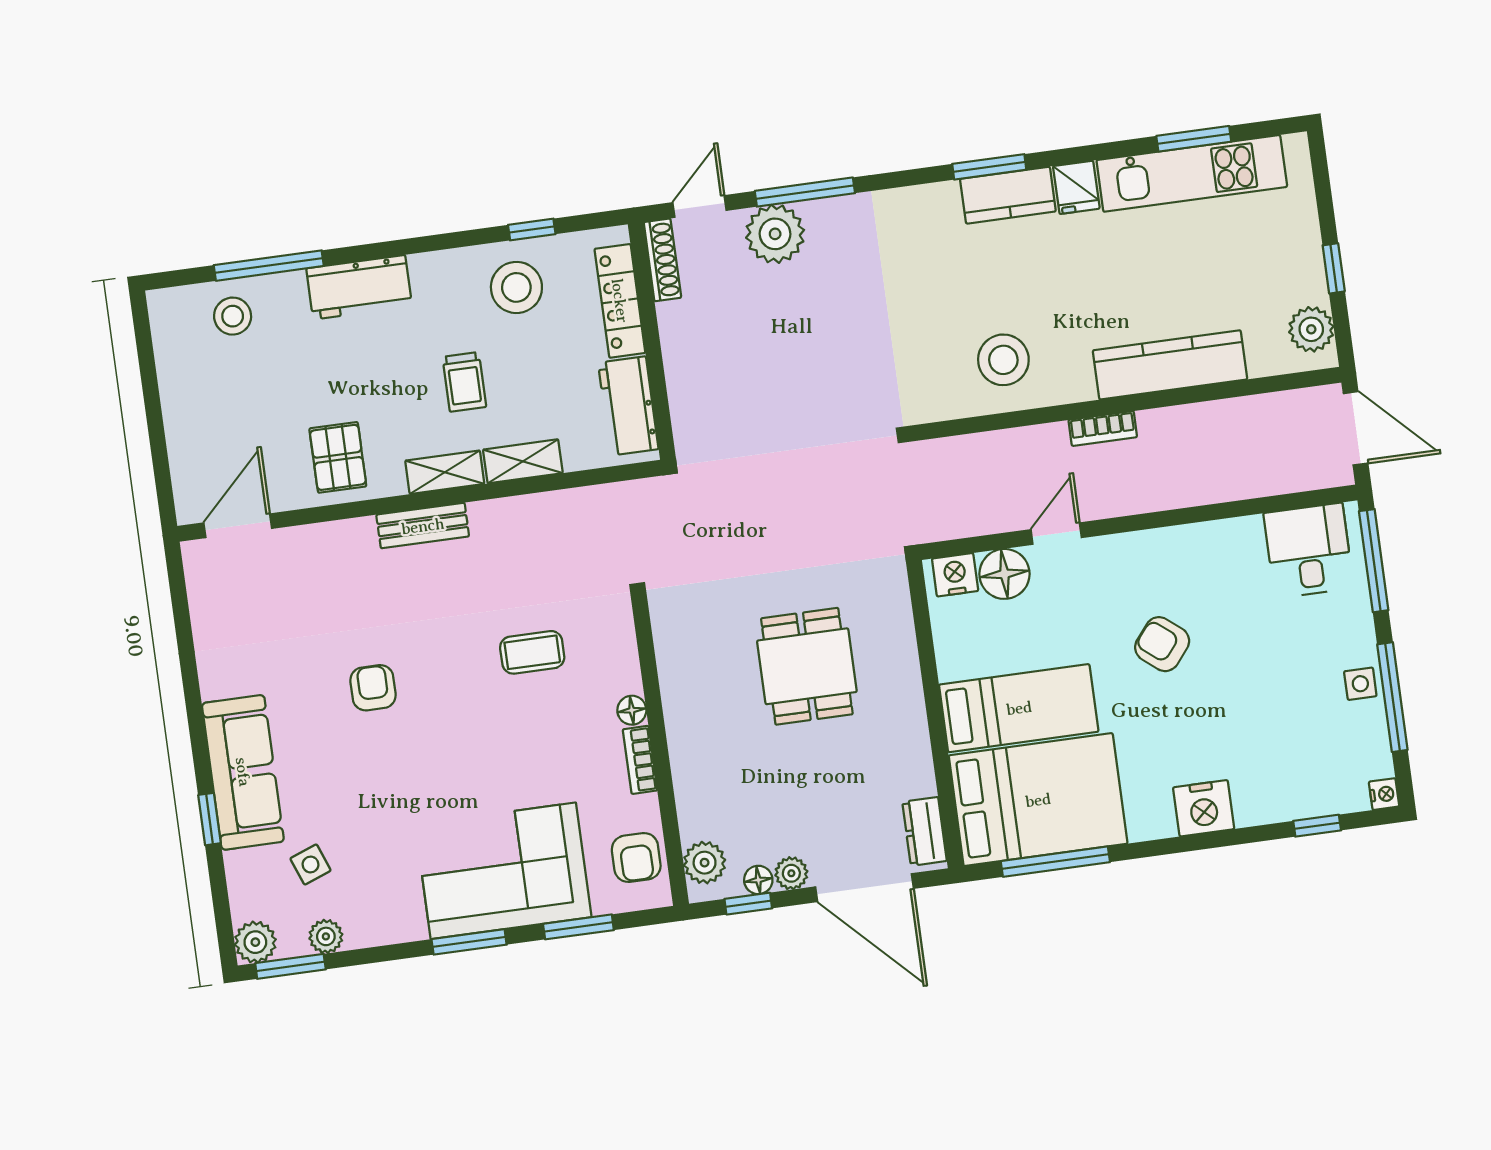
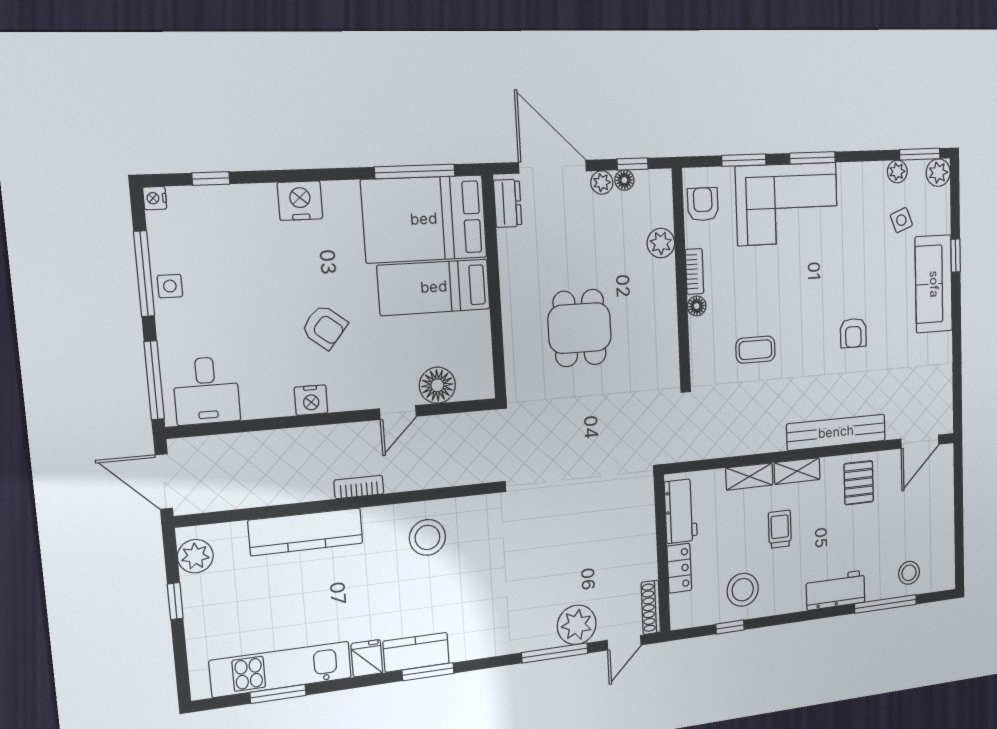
locker: (620, 301) -> (679, 568), width x0.66
bench: (423, 526) -> (836, 432), width x1.86, depth x1.21
nightstand: (955, 575) -> (311, 400), moved
plant: (705, 863) -> (661, 243), moved

